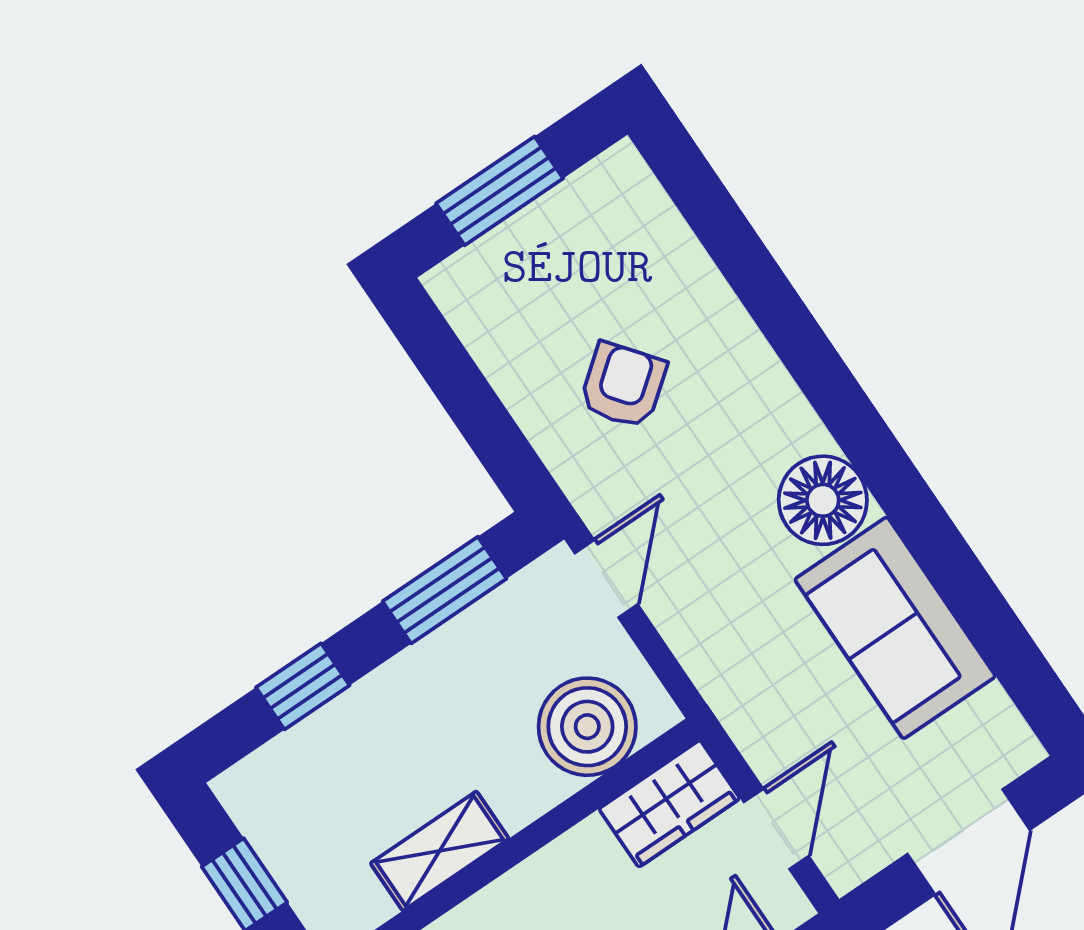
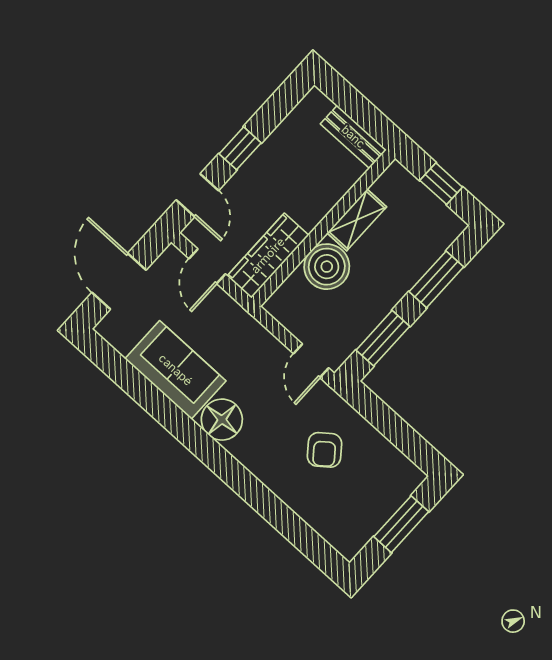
window: (303, 686) -> (436, 279), width x1.50
boiler: (587, 727) -> (327, 267), moved
wardrobe: (669, 804) -> (268, 256), width x1.50

